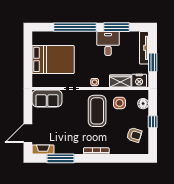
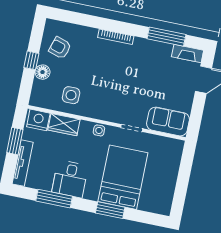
window: (75, 27) -> (110, 210), width x0.47
bed: (53, 59) -> (123, 177), moved, turned 90
floor lamp: (143, 104) -> (43, 72), moved
coffee table: (97, 111) -> (104, 91), removed

